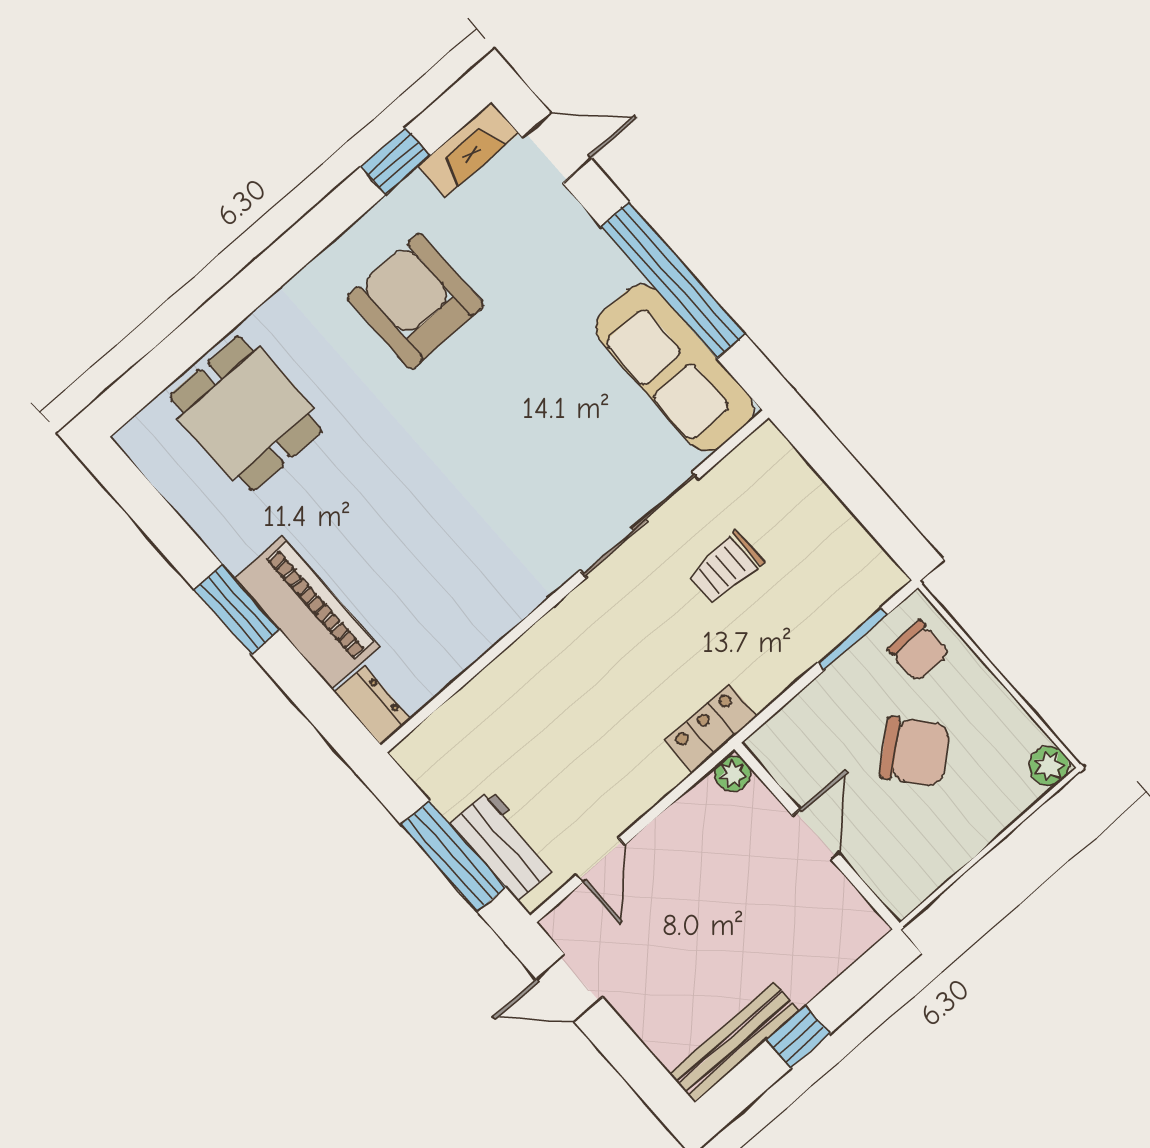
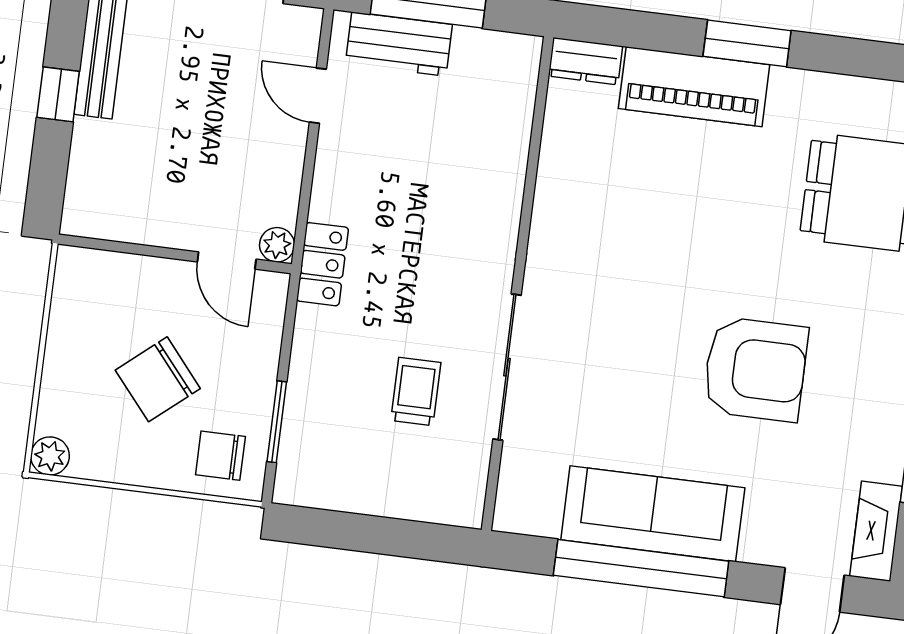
armchair: (415, 301) -> (755, 369), moved
sofa: (675, 368) -> (653, 514), moved
door: (816, 835) -> (227, 260), moved

